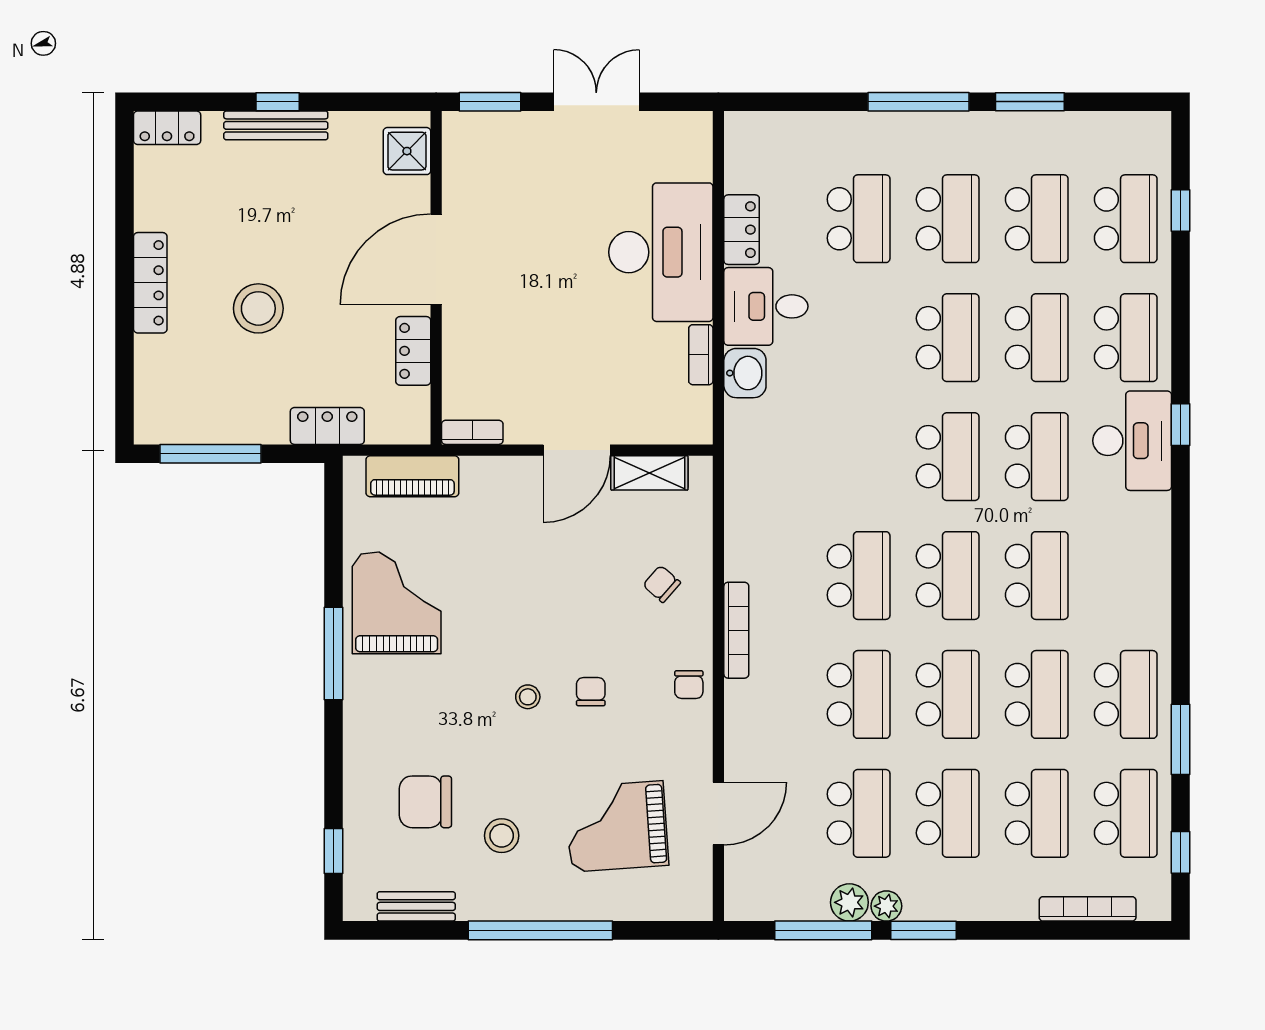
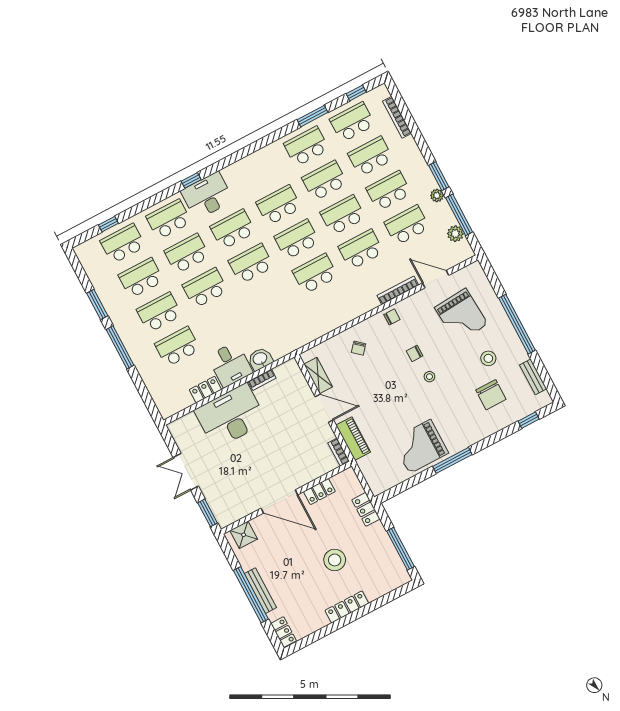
window: (278, 102) -> (251, 595), width x3.17
piano: (412, 476) -> (353, 439), moved
bookcase: (736, 630) -> (398, 290), moved
plant: (849, 902) -> (455, 234), moved

